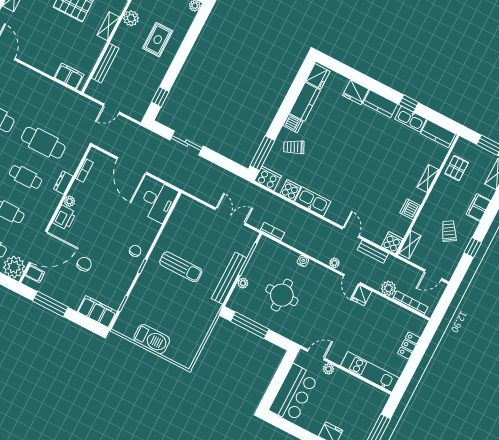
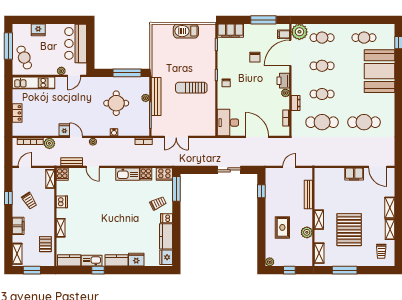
filing cabinet: (69, 76) -> (354, 174), moved
cafe table: (365, 408) -> (24, 58), added

